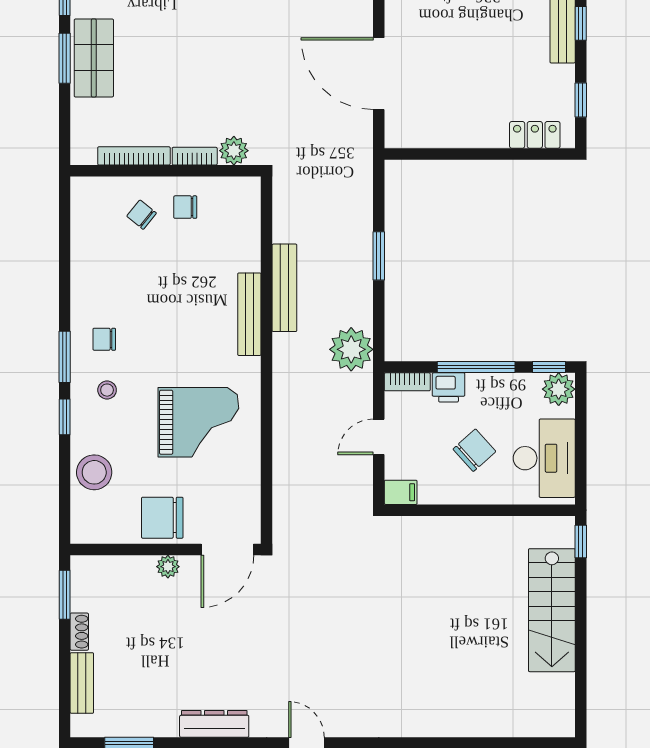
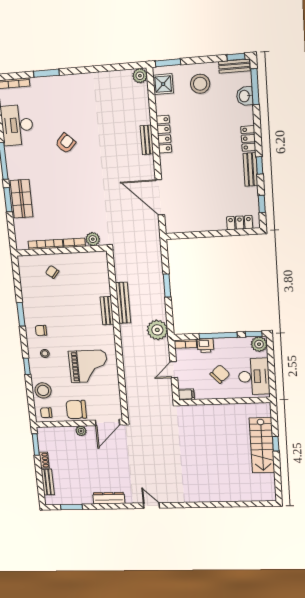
chair: (185, 207) -> (46, 413), moved
bench: (249, 314) -> (107, 311), width x0.73
window: (65, 357) -> (21, 314), moved
window: (581, 541) -> (276, 444), moved

